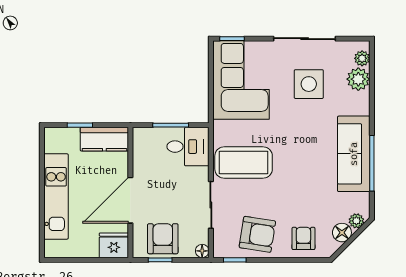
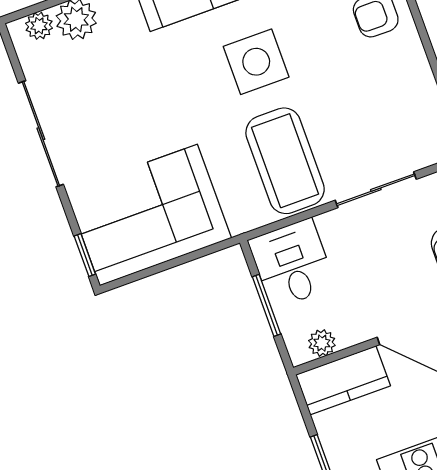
side table: (309, 84) -> (256, 62), moved
kitchen counter: (104, 139) -> (343, 380), moved, turned 90
plant: (140, 147) -> (322, 343), added
armchair: (257, 234) -> (397, 94), removed

